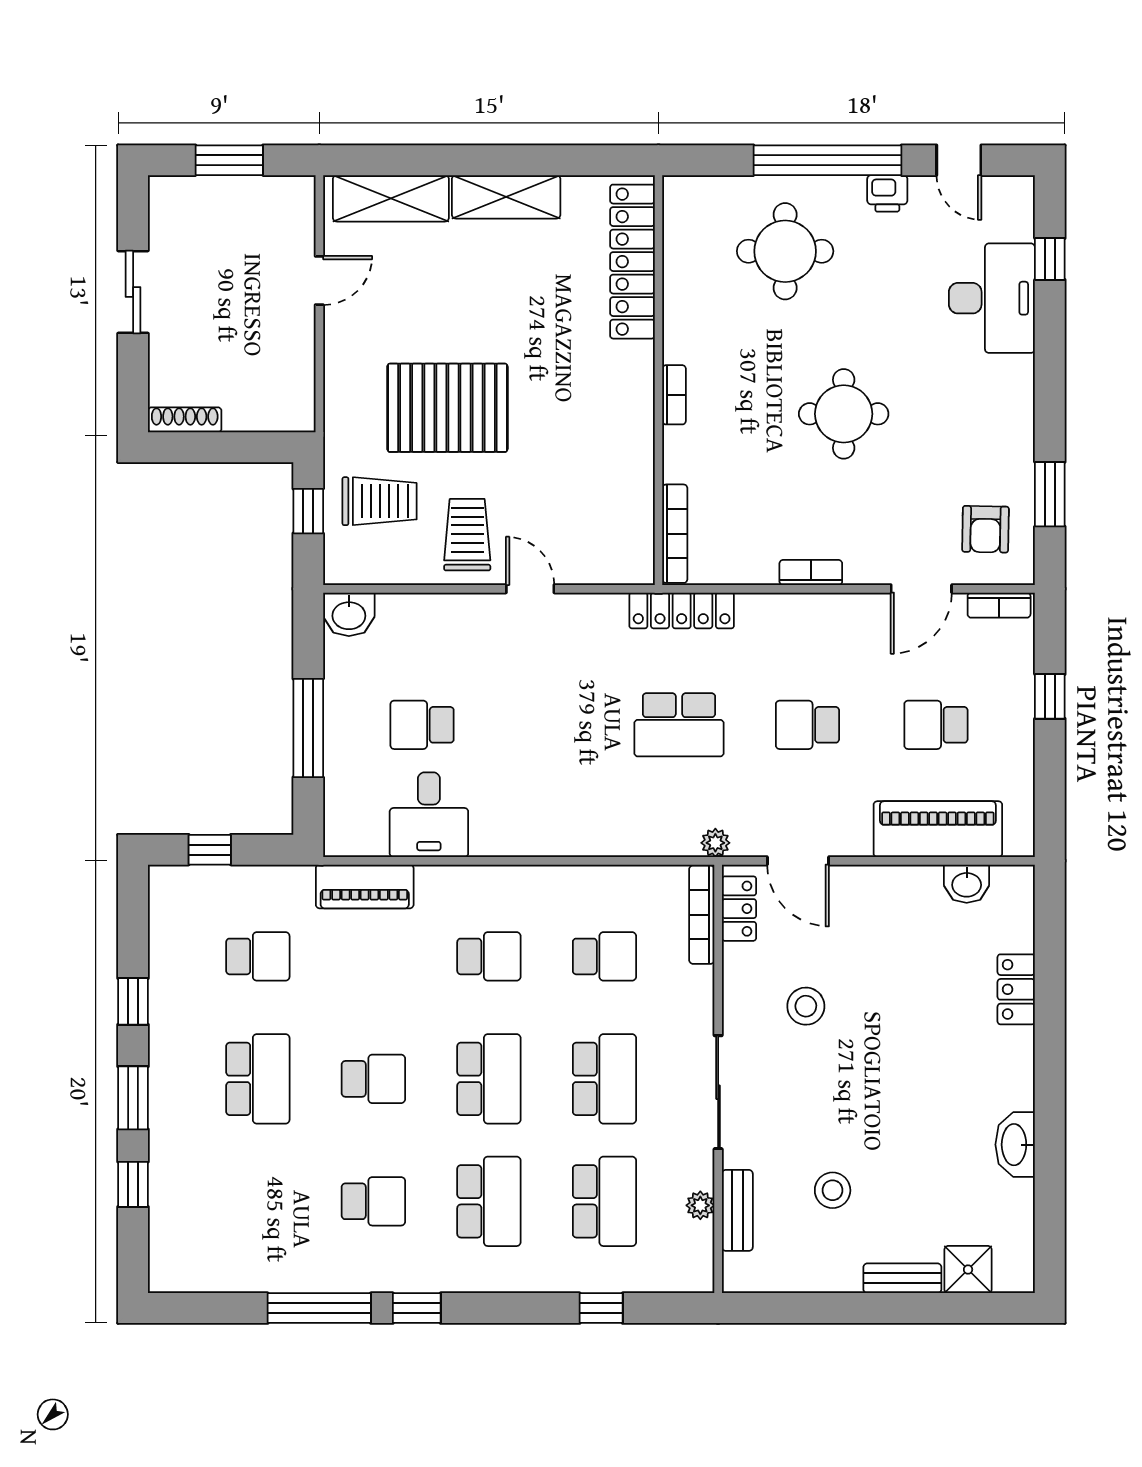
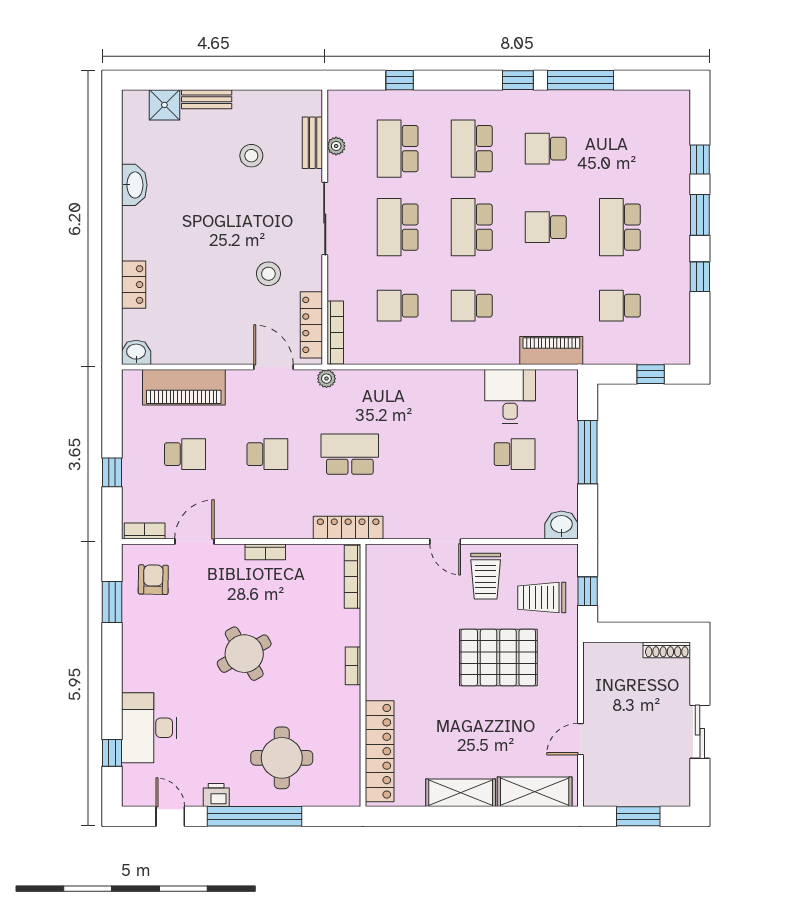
round table: (844, 414) -> (244, 654), turned -30
washbasin: (967, 884) -> (136, 352), moved
locker: (739, 909) -> (311, 325), width x1.53

